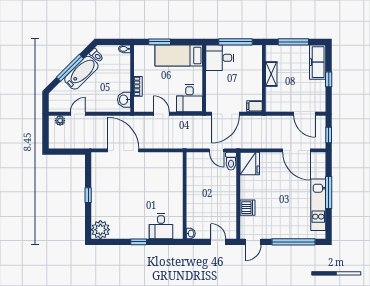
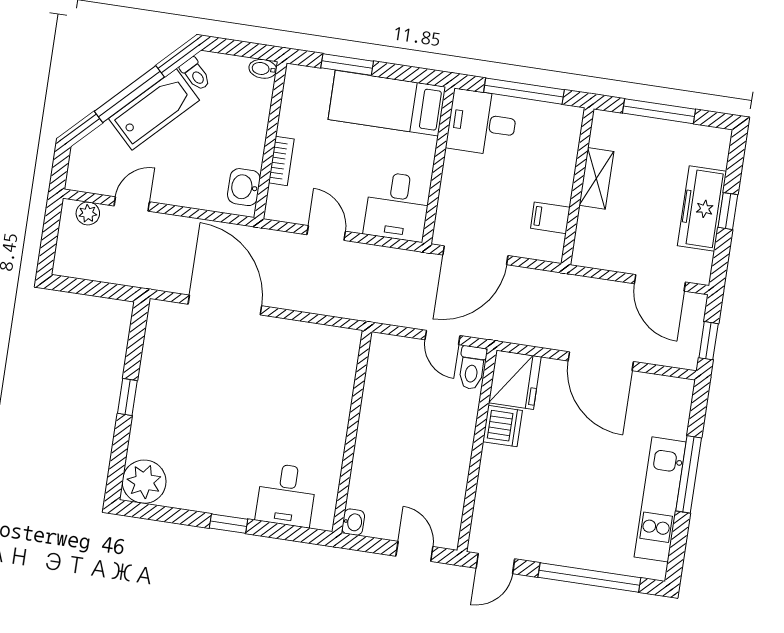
freezer: (318, 62) -> (702, 208), moved
filing cabinet: (254, 106) -> (550, 218), moved
door: (296, 150) -> (601, 361), moved
dishwasher: (247, 208) -> (503, 426), moved

